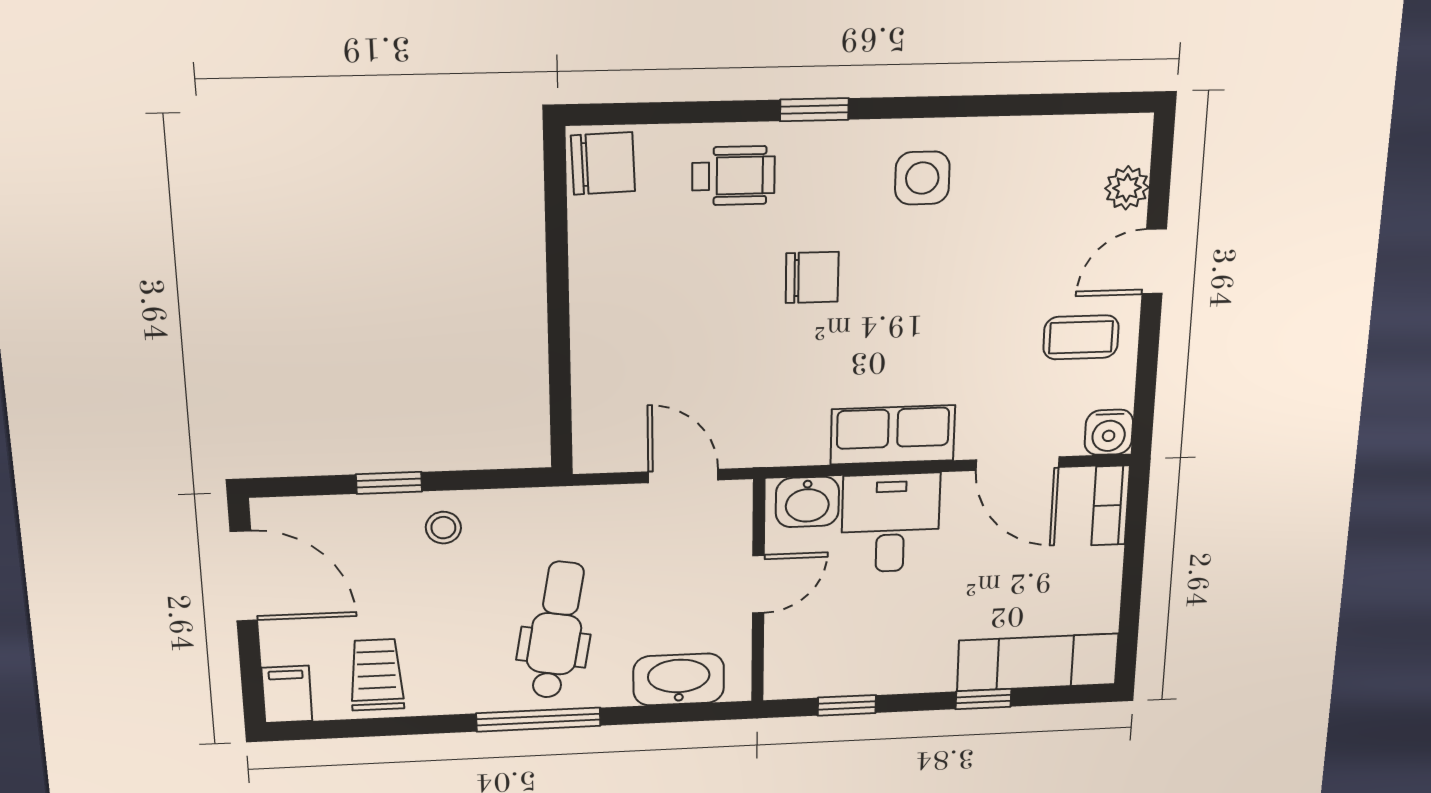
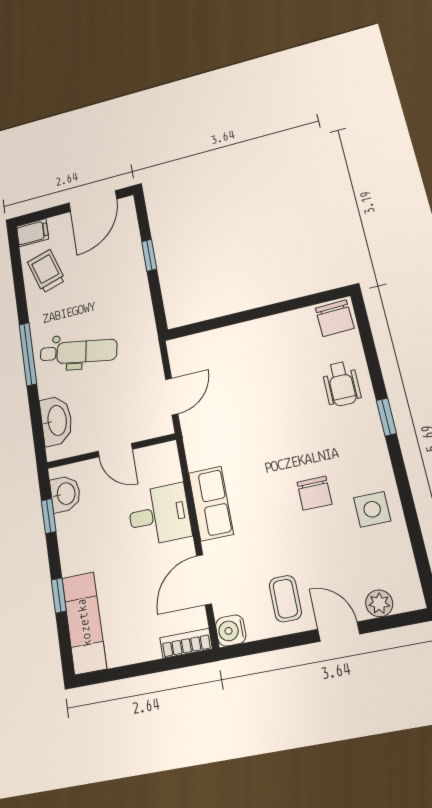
side table: (922, 178) -> (372, 509), moved
chair: (812, 277) -> (314, 493), moved
washbasin: (807, 502) -> (65, 494), moved, turned 180
stool: (443, 528) -> (129, 285), removed
trolley: (377, 675) -> (46, 271), turned -107

